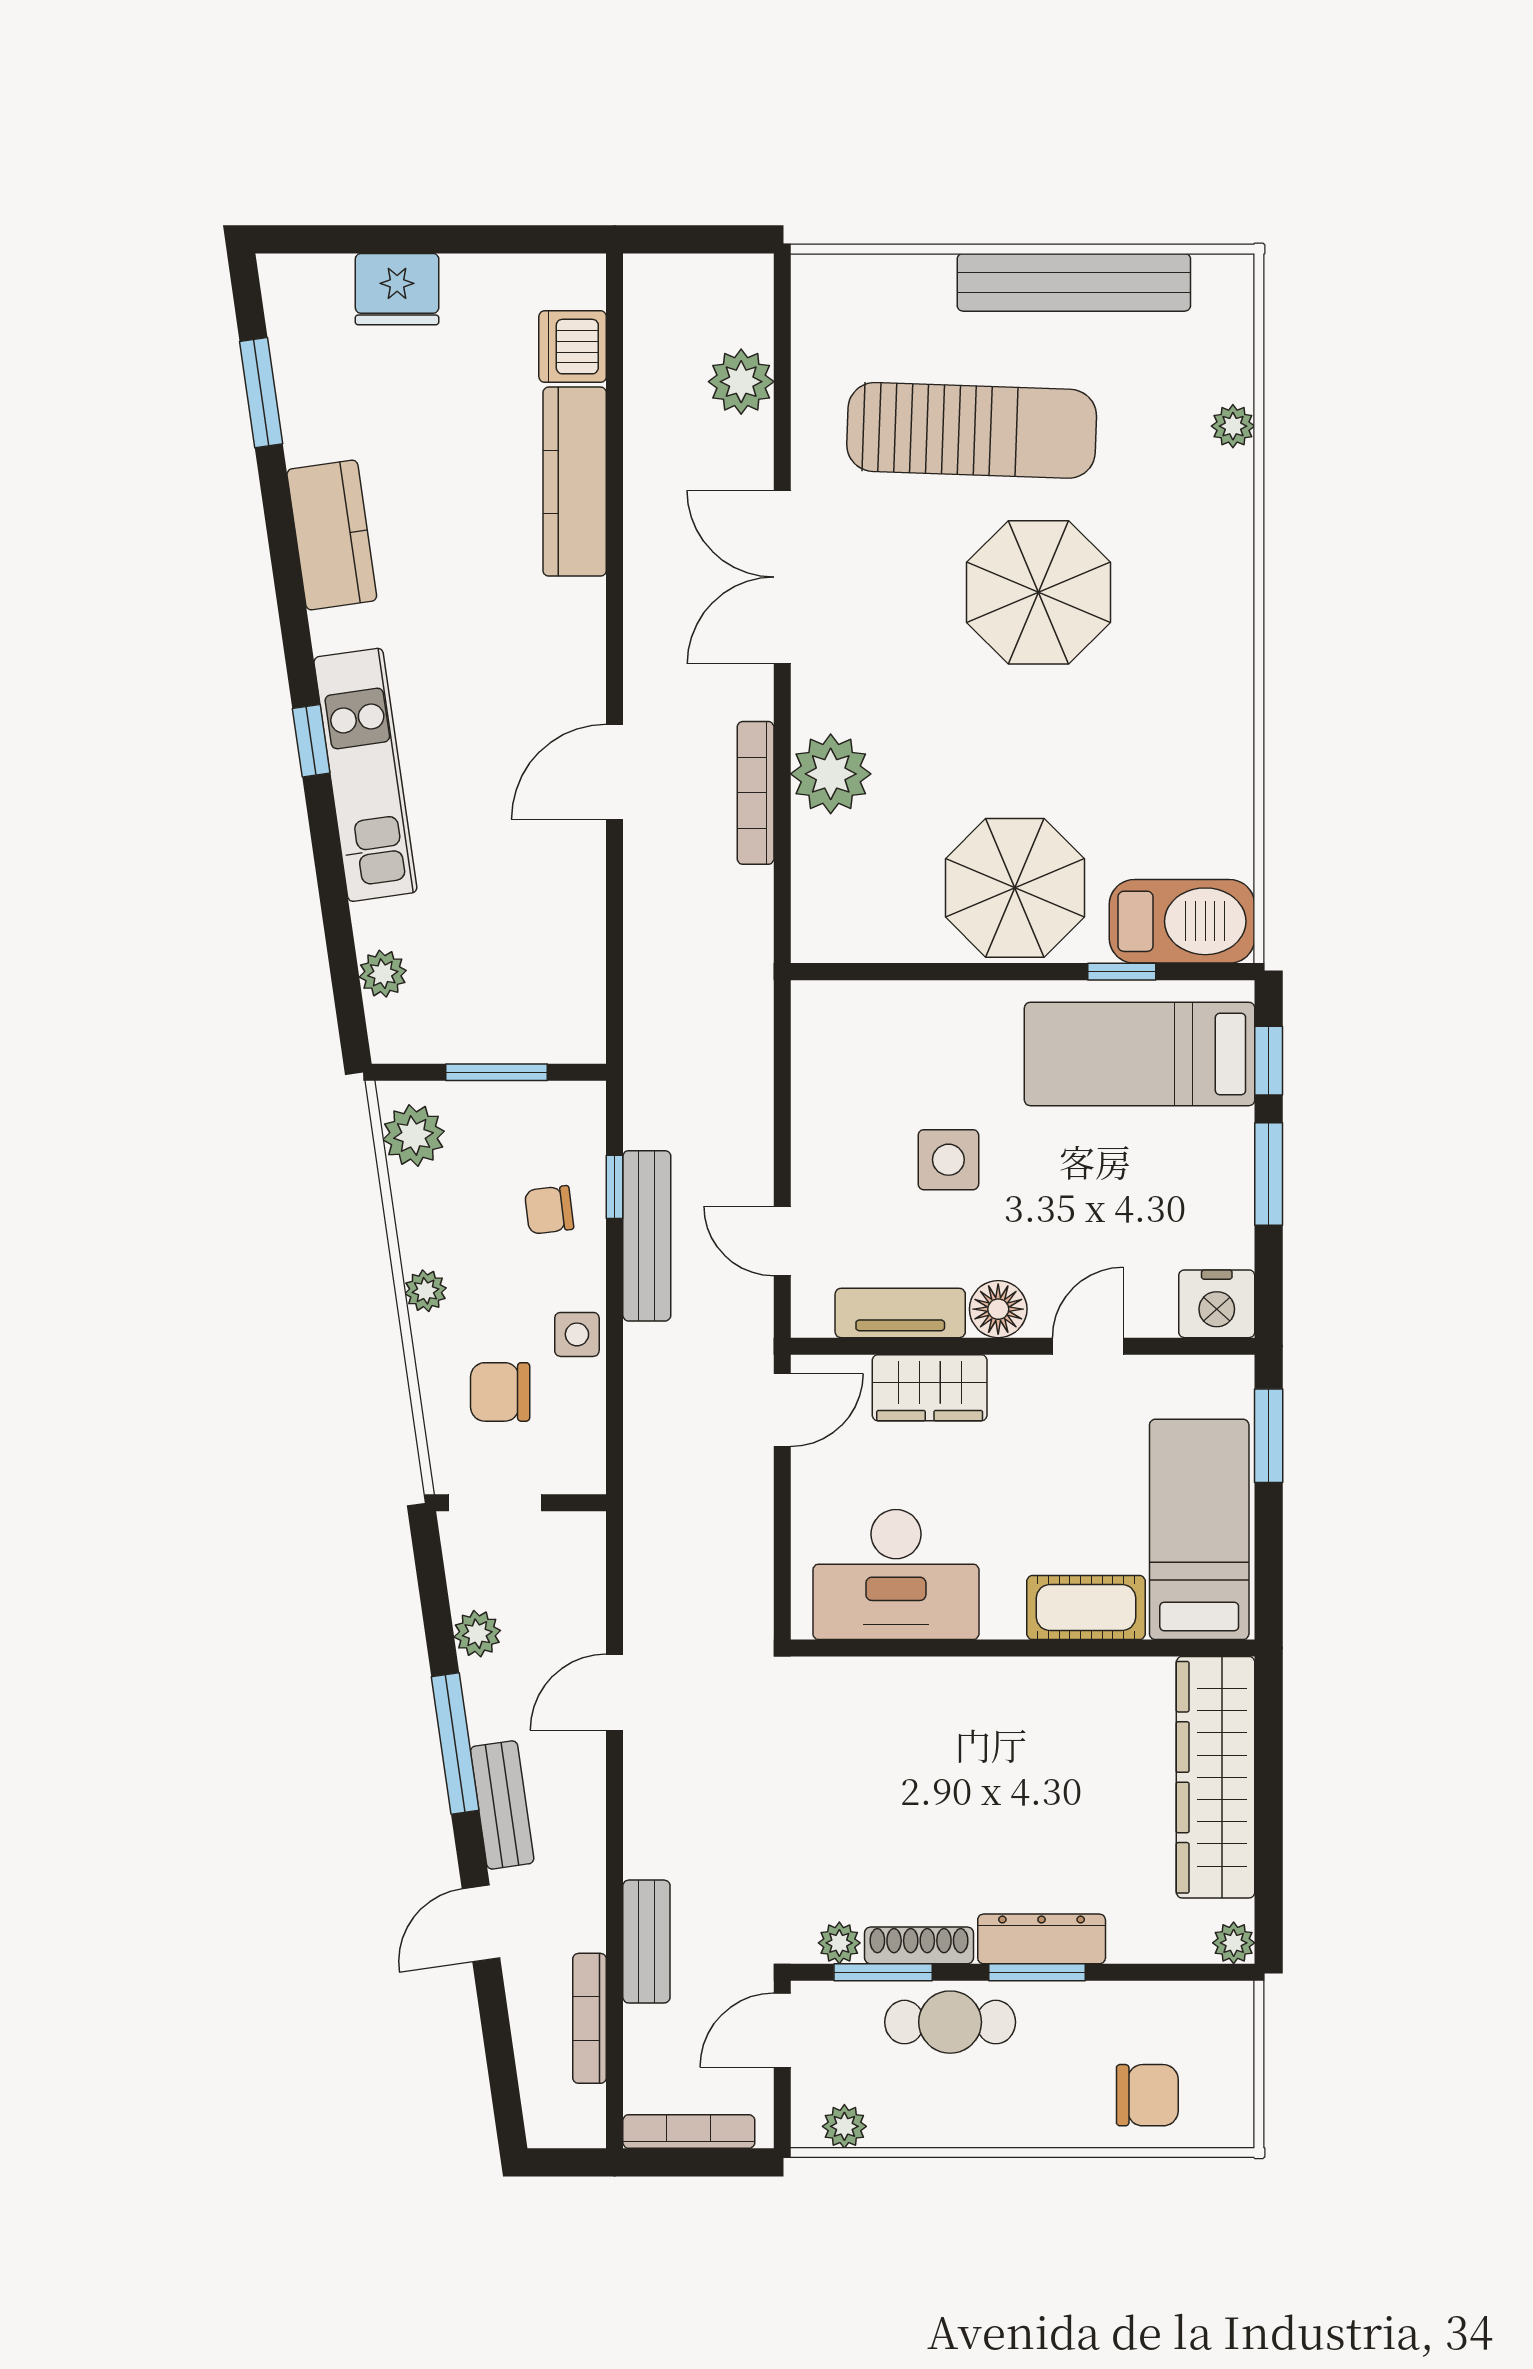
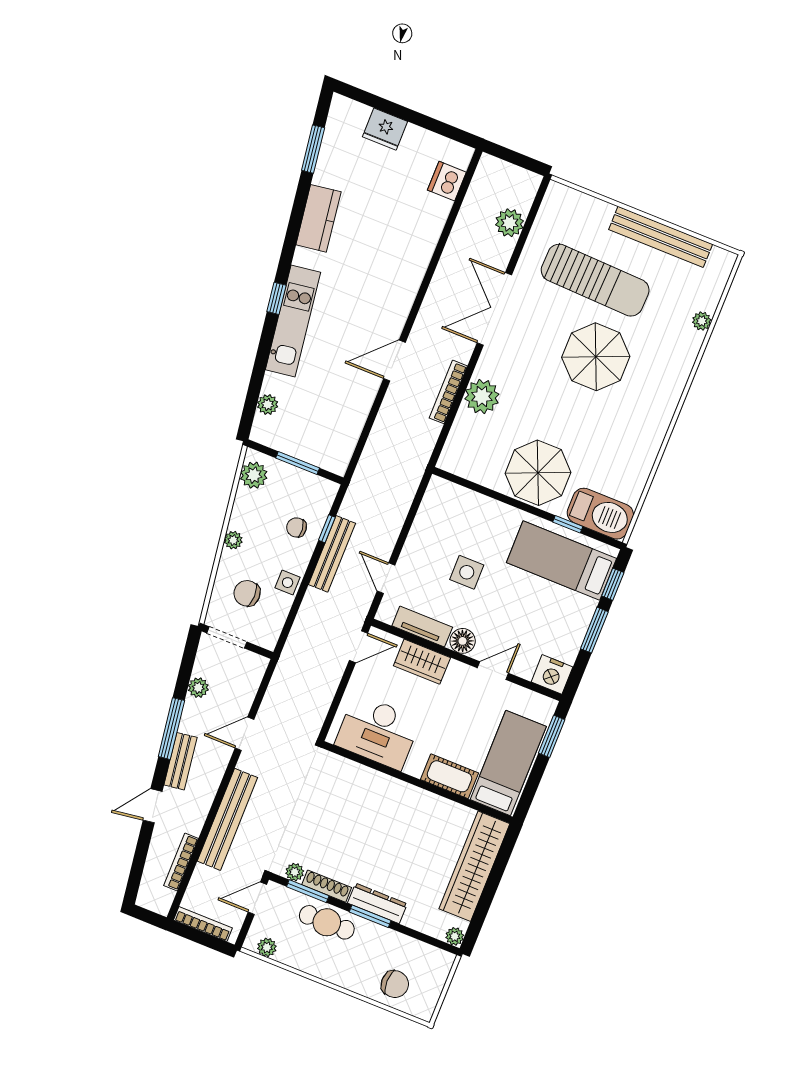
kitchen counter: (575, 482) -> (426, 236), removed
bench: (646, 1942) -> (227, 819), width x1.86, depth x1.21

